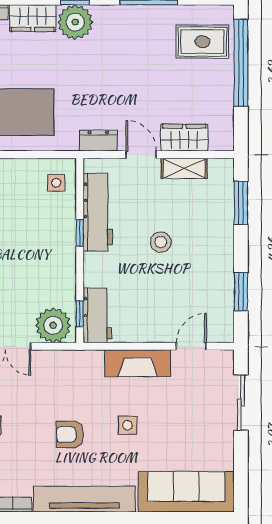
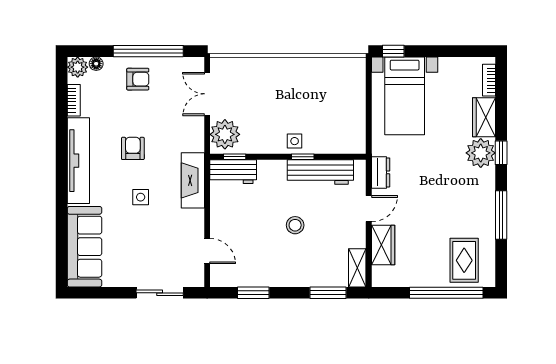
shelving: (184, 168) -> (357, 268), moved
side table: (56, 183) -> (295, 141), moved
fireplace: (138, 363) -> (193, 180), moved

